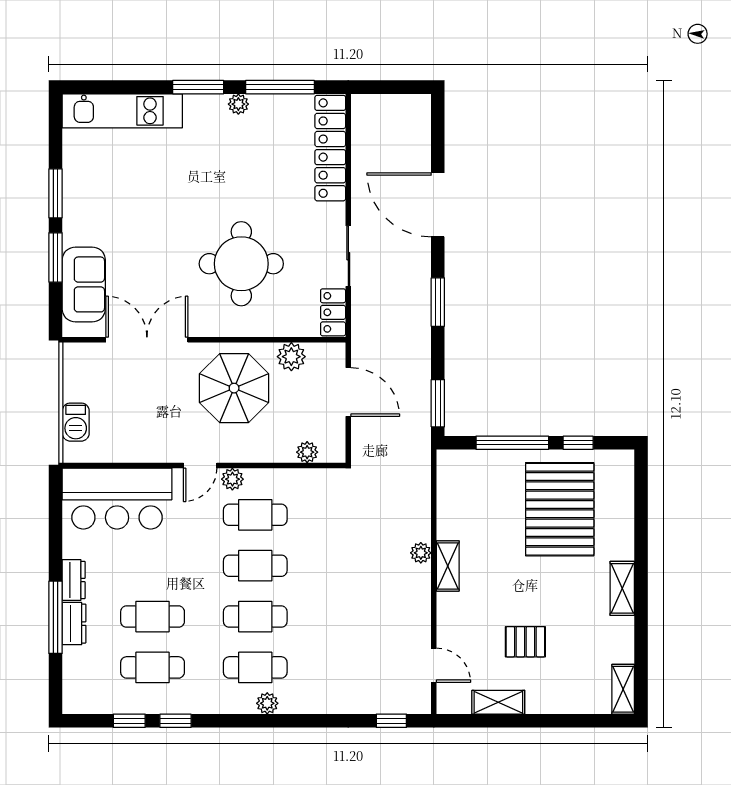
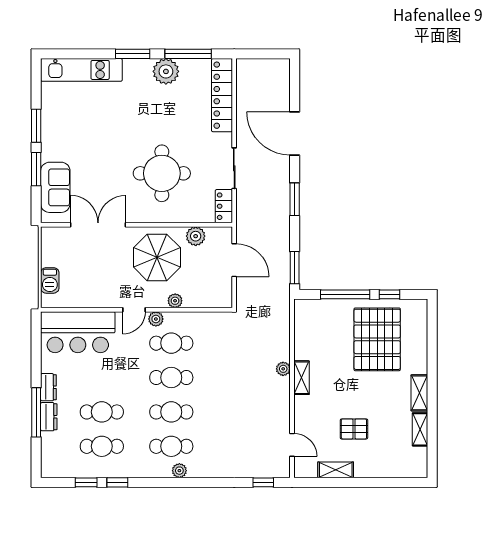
plant: (238, 104) -> (166, 71), width x1.88, depth x1.88
plant: (307, 452) -> (175, 301), moved
shelving: (623, 689) -> (420, 429), moved

